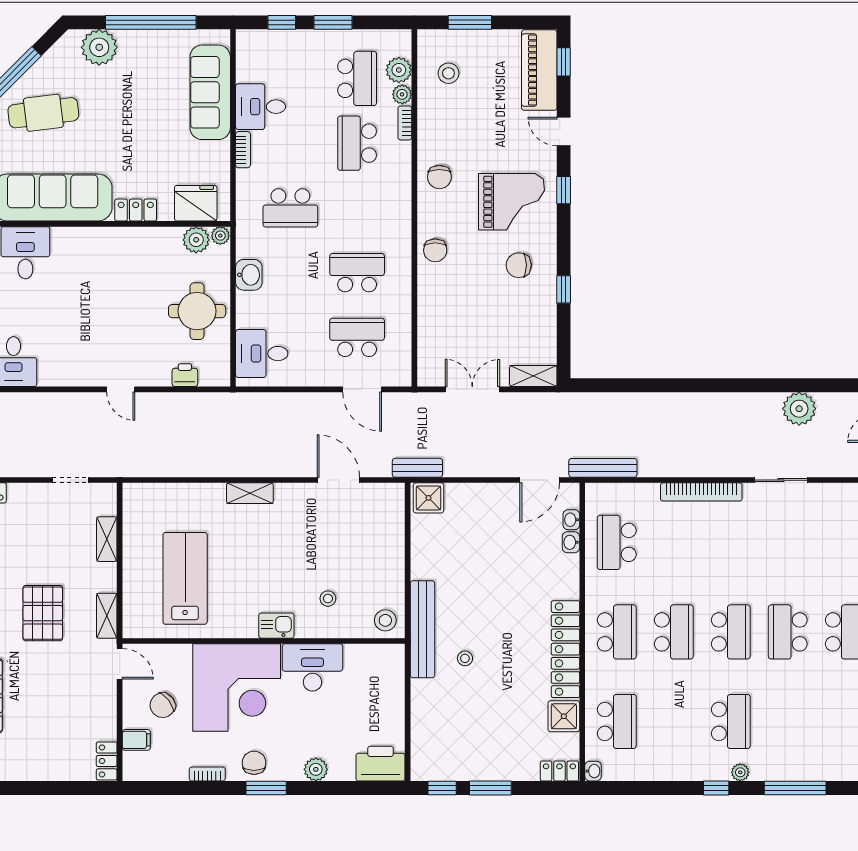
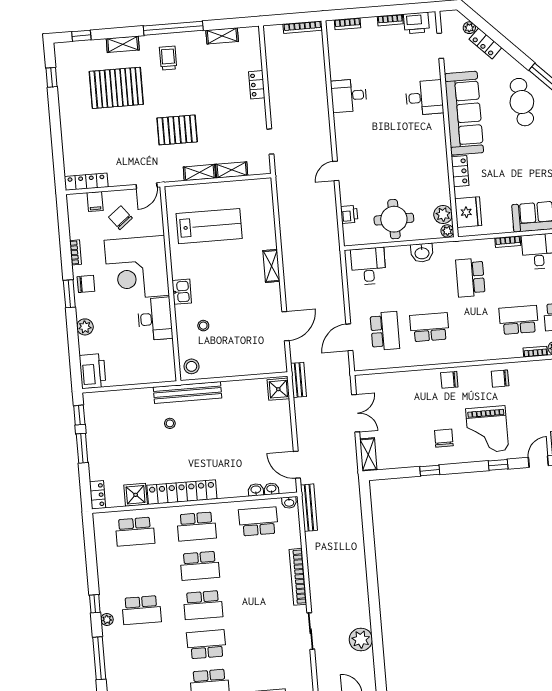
school desk: (357, 273) -> (429, 327), turned -90
shelving: (107, 616) -> (199, 172), moved
locker: (107, 761) -> (86, 182), width x1.53
washbasin: (593, 771) -> (289, 502), moved

